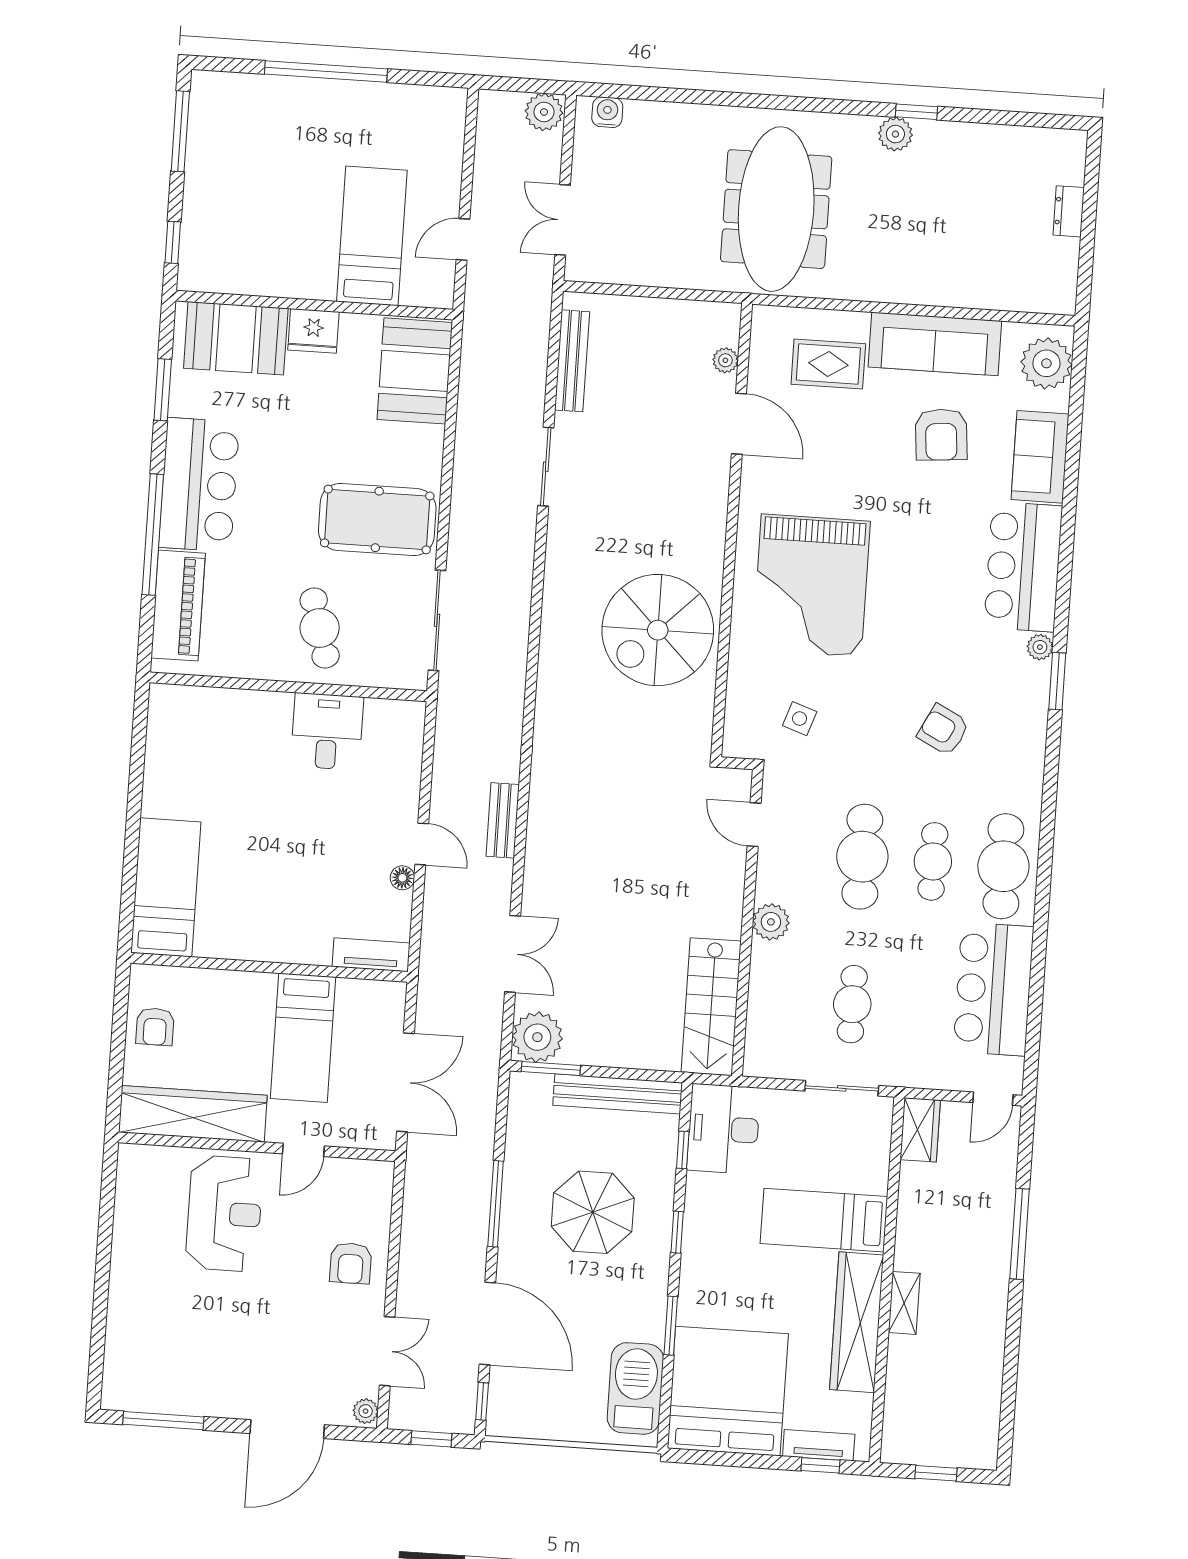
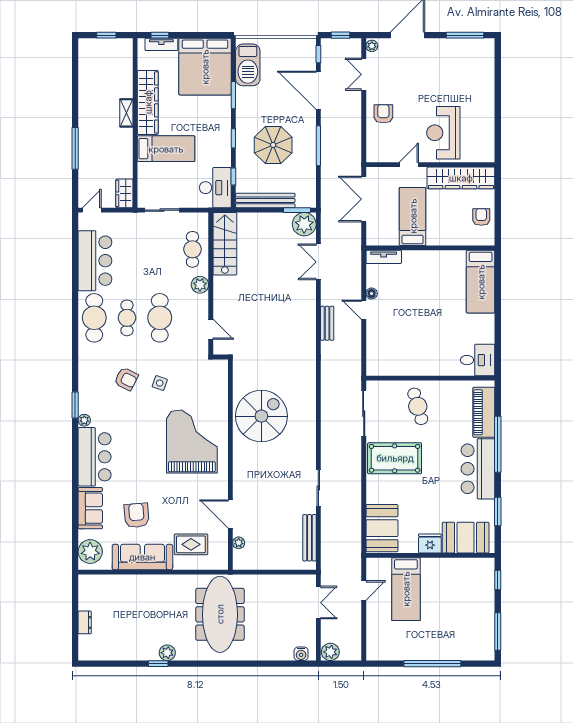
side table: (800, 719) -> (160, 383), moved
desk: (327, 731) -> (478, 360), moved, turned -90
cafe table: (852, 1004) -> (192, 249), moved

